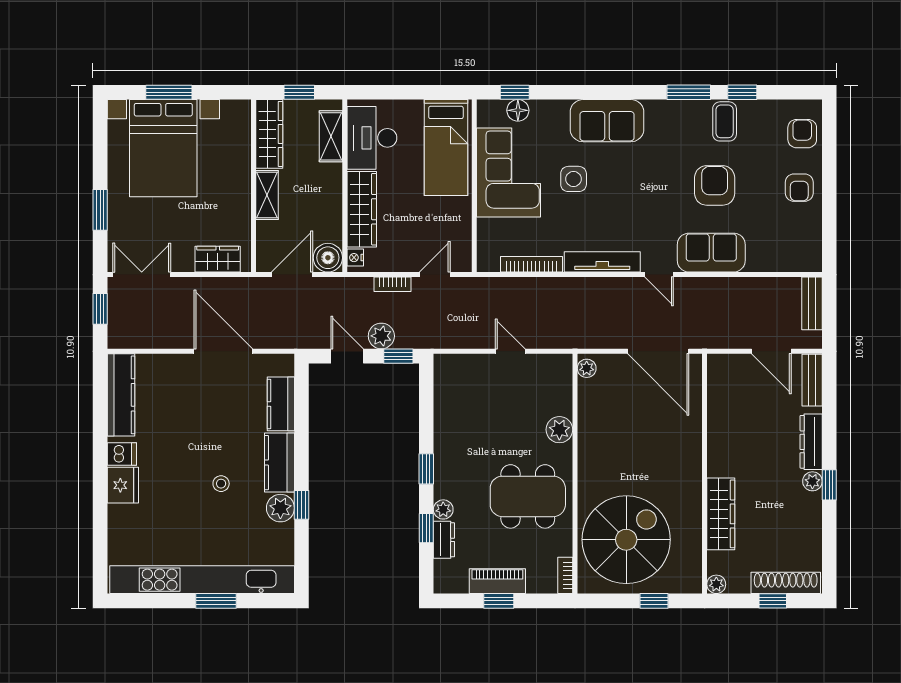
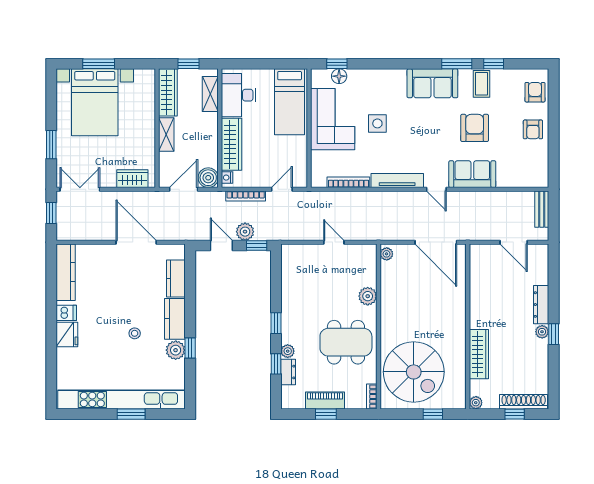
sofa: (607, 121) -> (432, 83), moved
bookcase: (393, 284) -> (246, 196), width x1.56
bench: (812, 380) -> (542, 262), removed
spiral stairs: (626, 540) -> (414, 372), turned 90

